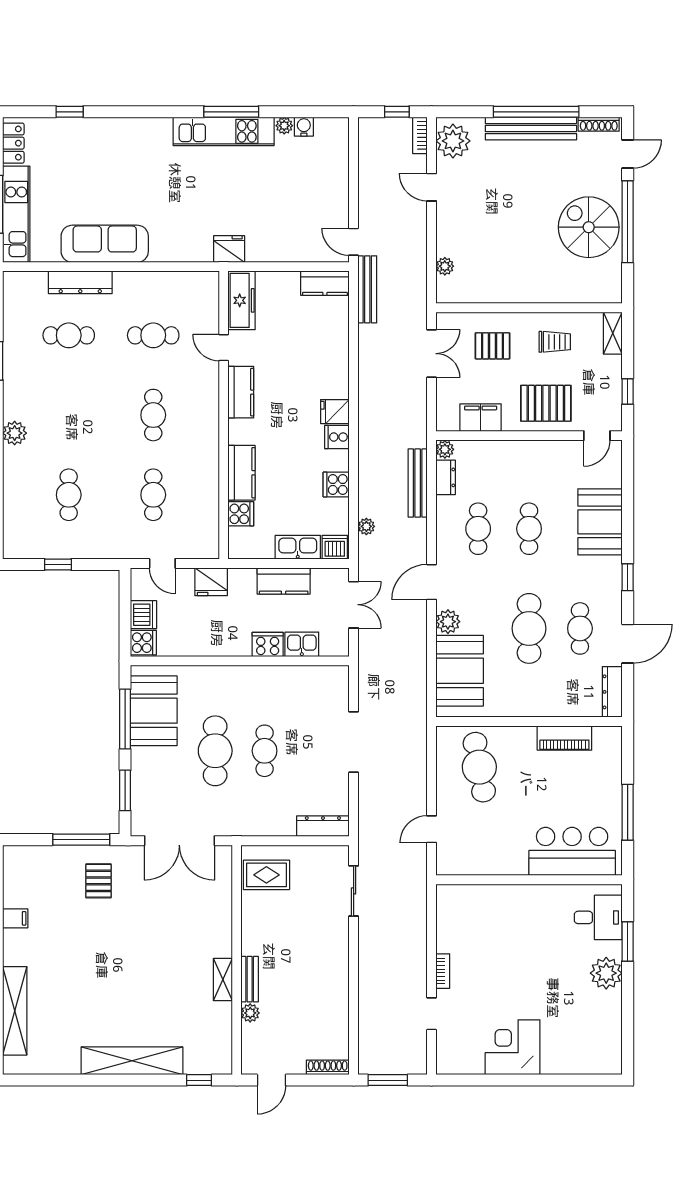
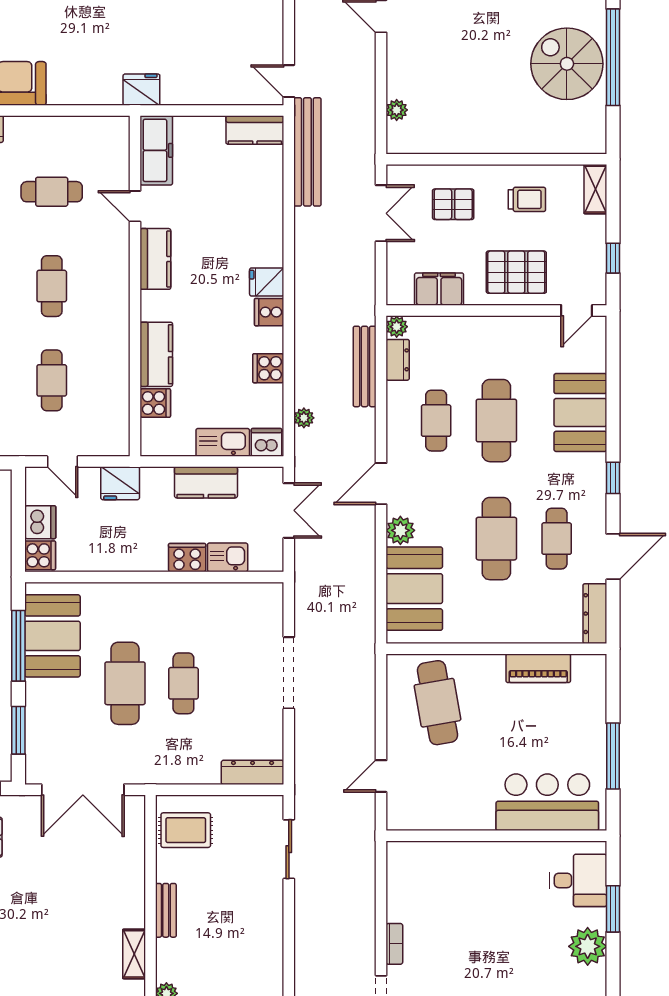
bench: (367, 289) -> (307, 152), width x1.37, depth x1.21
cafe table: (529, 529) -> (496, 421), width x1.37, depth x1.35
bench: (250, 979) -> (166, 910), moved

